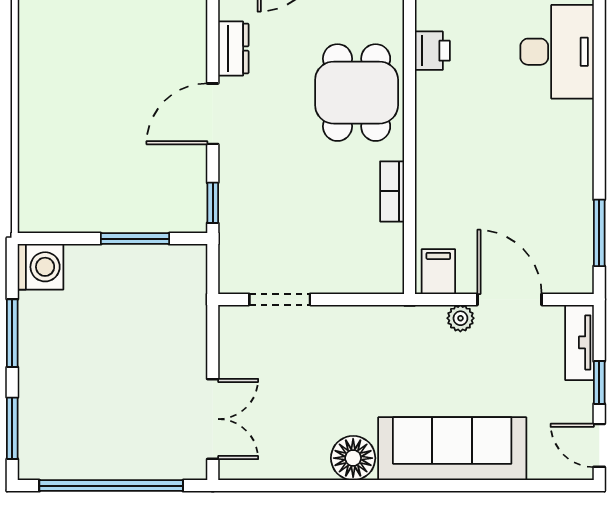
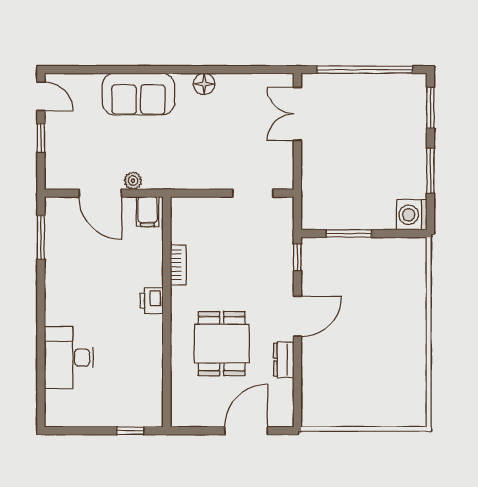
printer: (432, 51) -> (152, 301), moved
dining table: (357, 93) -> (222, 344), moved
tv unit: (579, 342) -> (54, 165), removed
sofa: (452, 449) -> (138, 94), width x0.73
floor lamp: (353, 458) -> (204, 84), width x0.73, depth x0.73

